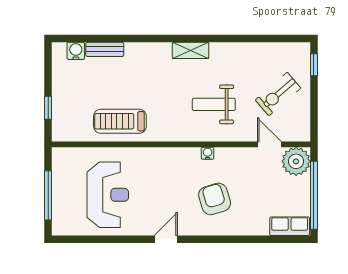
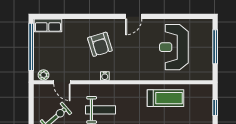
plant: (296, 161) -> (43, 75), width x0.53, depth x0.53

